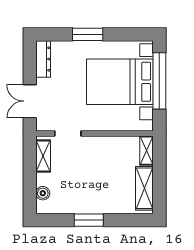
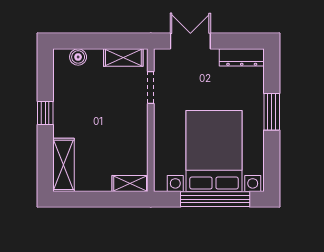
shelving: (144, 188) -> (63, 165), moved, turned 90
window: (89, 220) -> (45, 113), width x0.67

